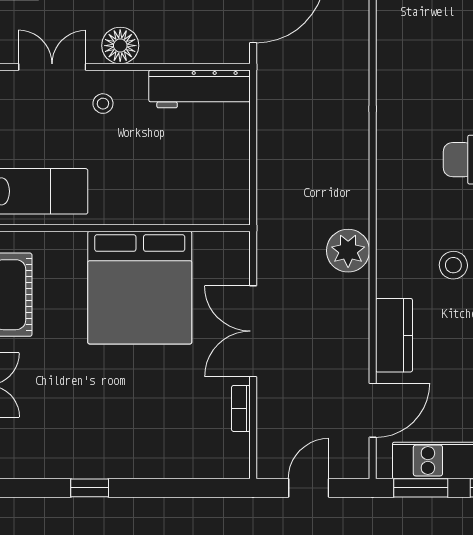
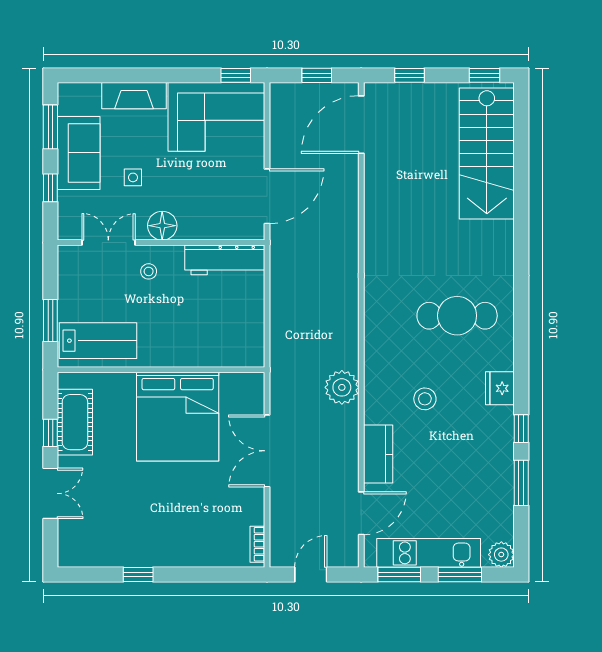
bookcase: (241, 408) -> (257, 544), moved

